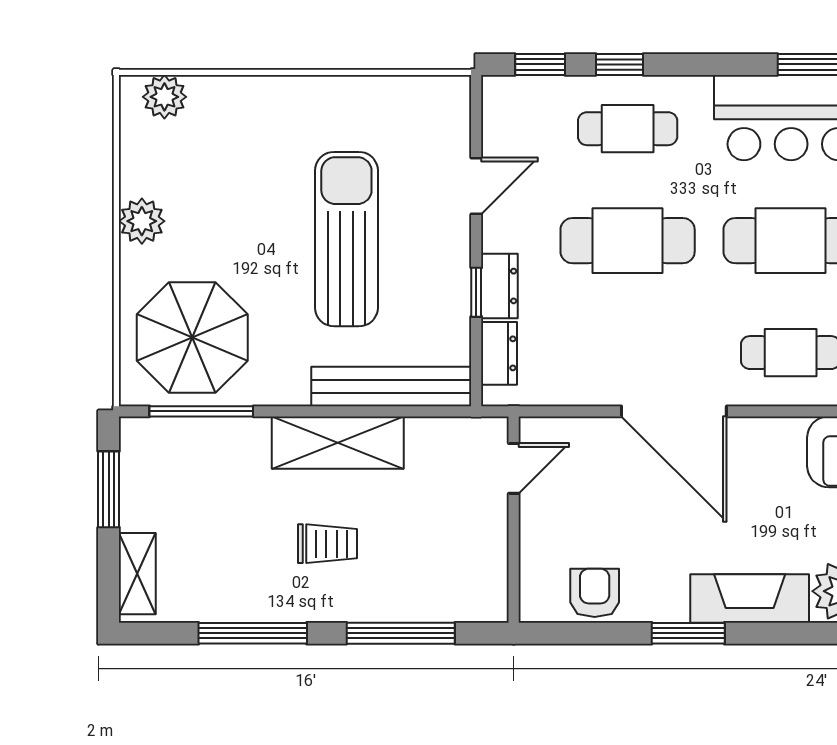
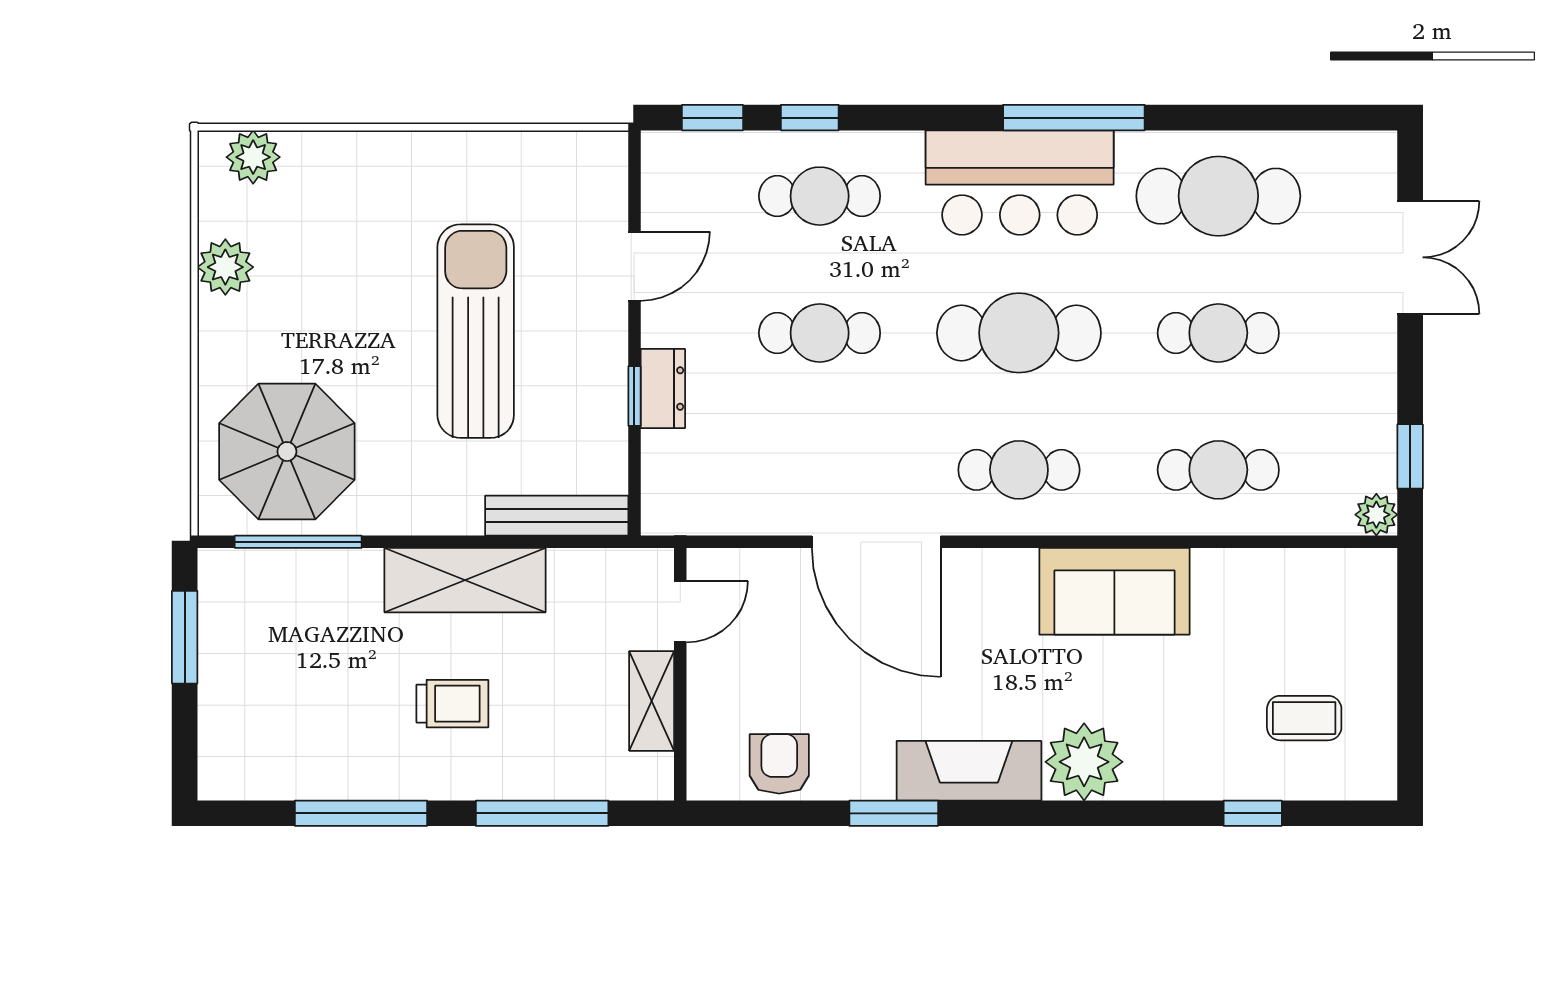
plant: (142, 221) -> (225, 267), moved
cafe table: (628, 241) -> (820, 333), width x0.73, depth x0.74
dresser: (499, 353) -> (662, 471), removed
bench: (391, 386) -> (557, 516), width x0.73, depth x0.82
shelving: (137, 574) -> (652, 701), moved

